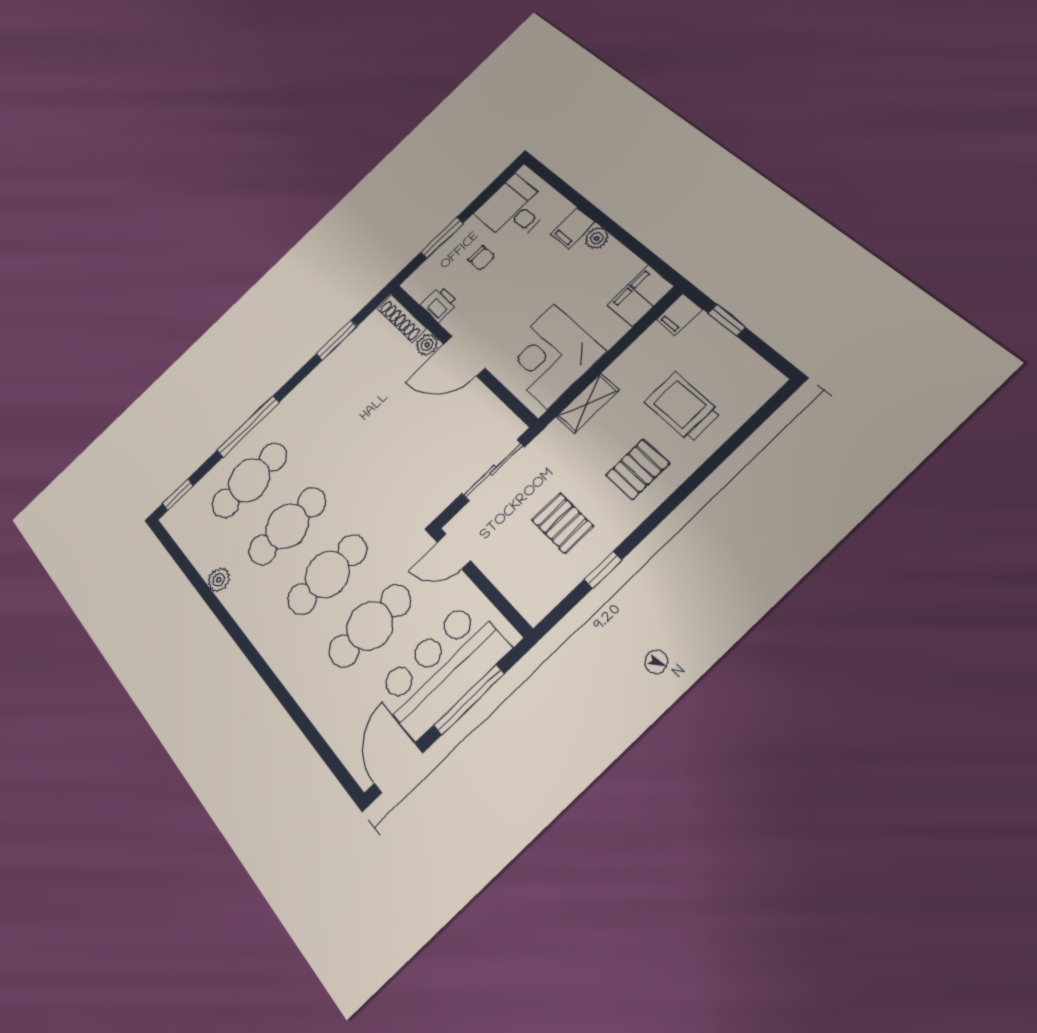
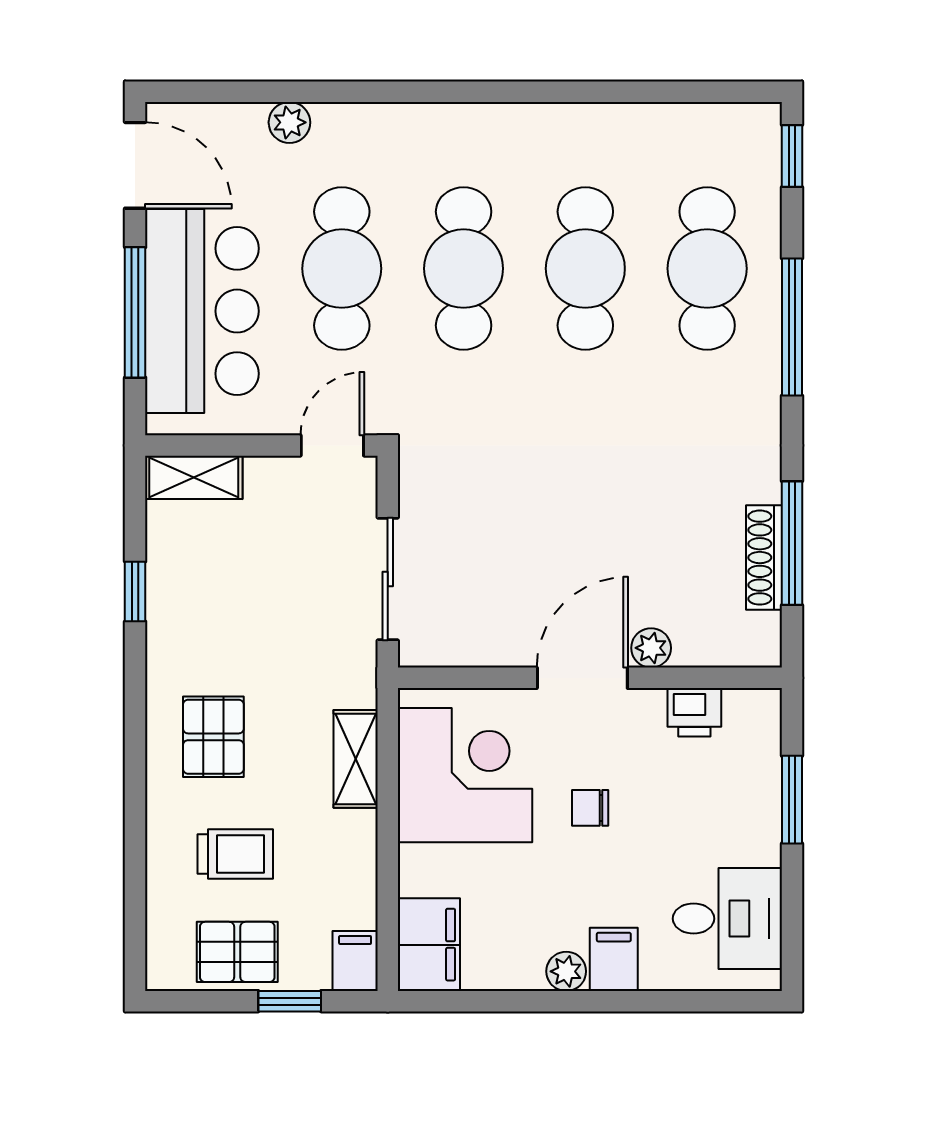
chair: (481, 258) -> (590, 808), moved
shoe rack: (402, 319) -> (764, 558), moved, turned -90
window: (337, 340) -> (792, 543), width x1.44
trolley: (683, 407) -> (235, 854), width x0.73, depth x0.72
pallet: (562, 523) -> (237, 952), moved
plant: (219, 580) -> (289, 122), moved
shelving: (523, 597) -> (194, 477), added

